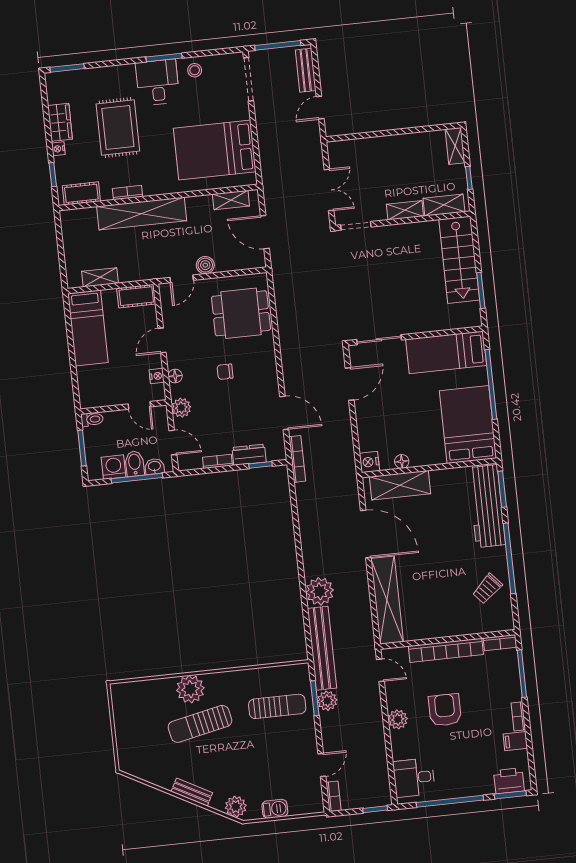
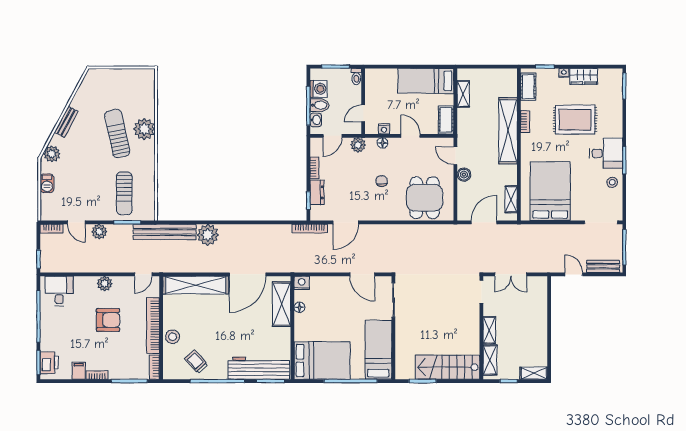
stool: (458, 623) -> (173, 337), added
plant: (327, 701) -> (99, 232), moved

